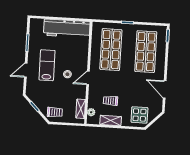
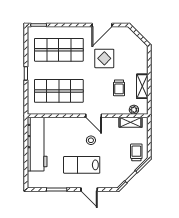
display table: (139, 115) -> (104, 58), moved

